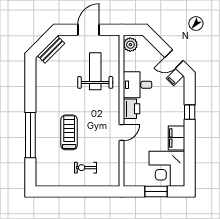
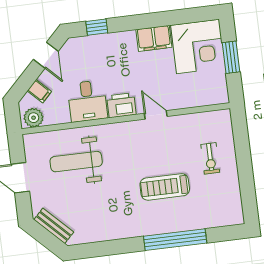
filing cabinet: (175, 77) -> (39, 91), moved
window: (190, 112) -> (97, 27), moved

